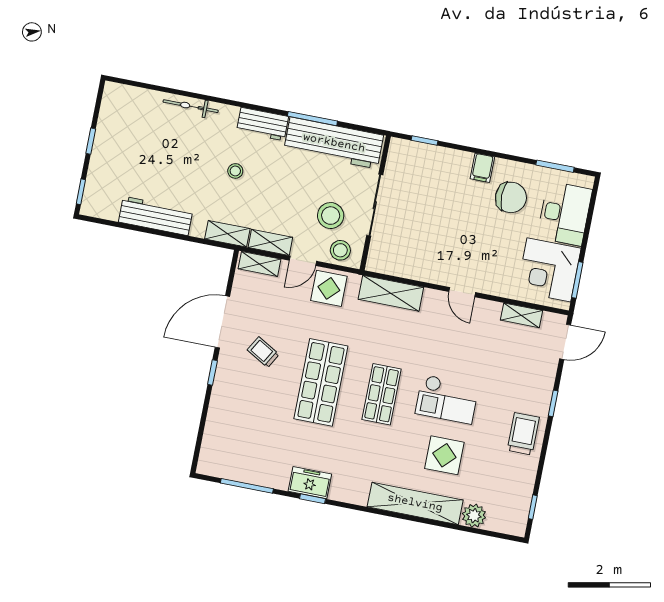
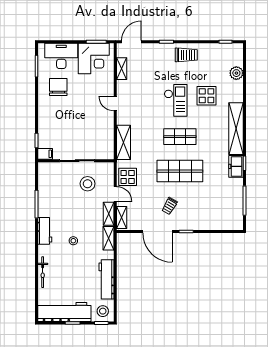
workbench: (334, 143) -> (64, 312), moved, turned -90
filing cabinet: (482, 168) -> (45, 154), moved
stool: (340, 250) -> (103, 311), moved
door: (462, 292) -> (115, 104), swing flipped
door: (565, 342) -> (131, 42), hinge flipped
trolley: (523, 434) -> (186, 55), turned 180
shelving: (415, 503) -> (236, 129), moved

